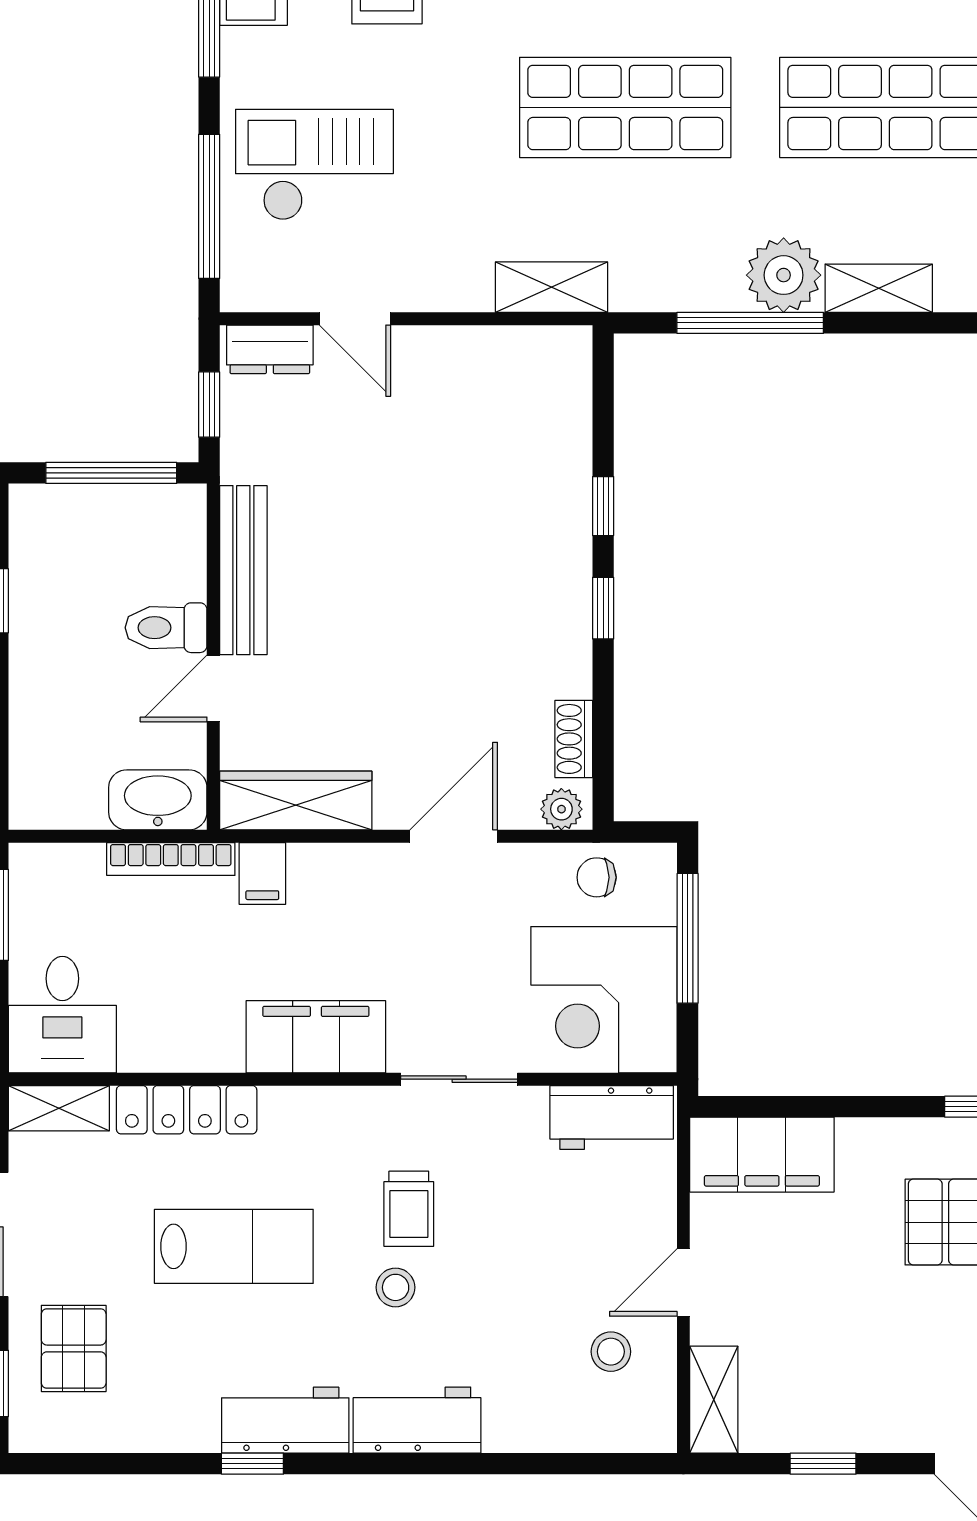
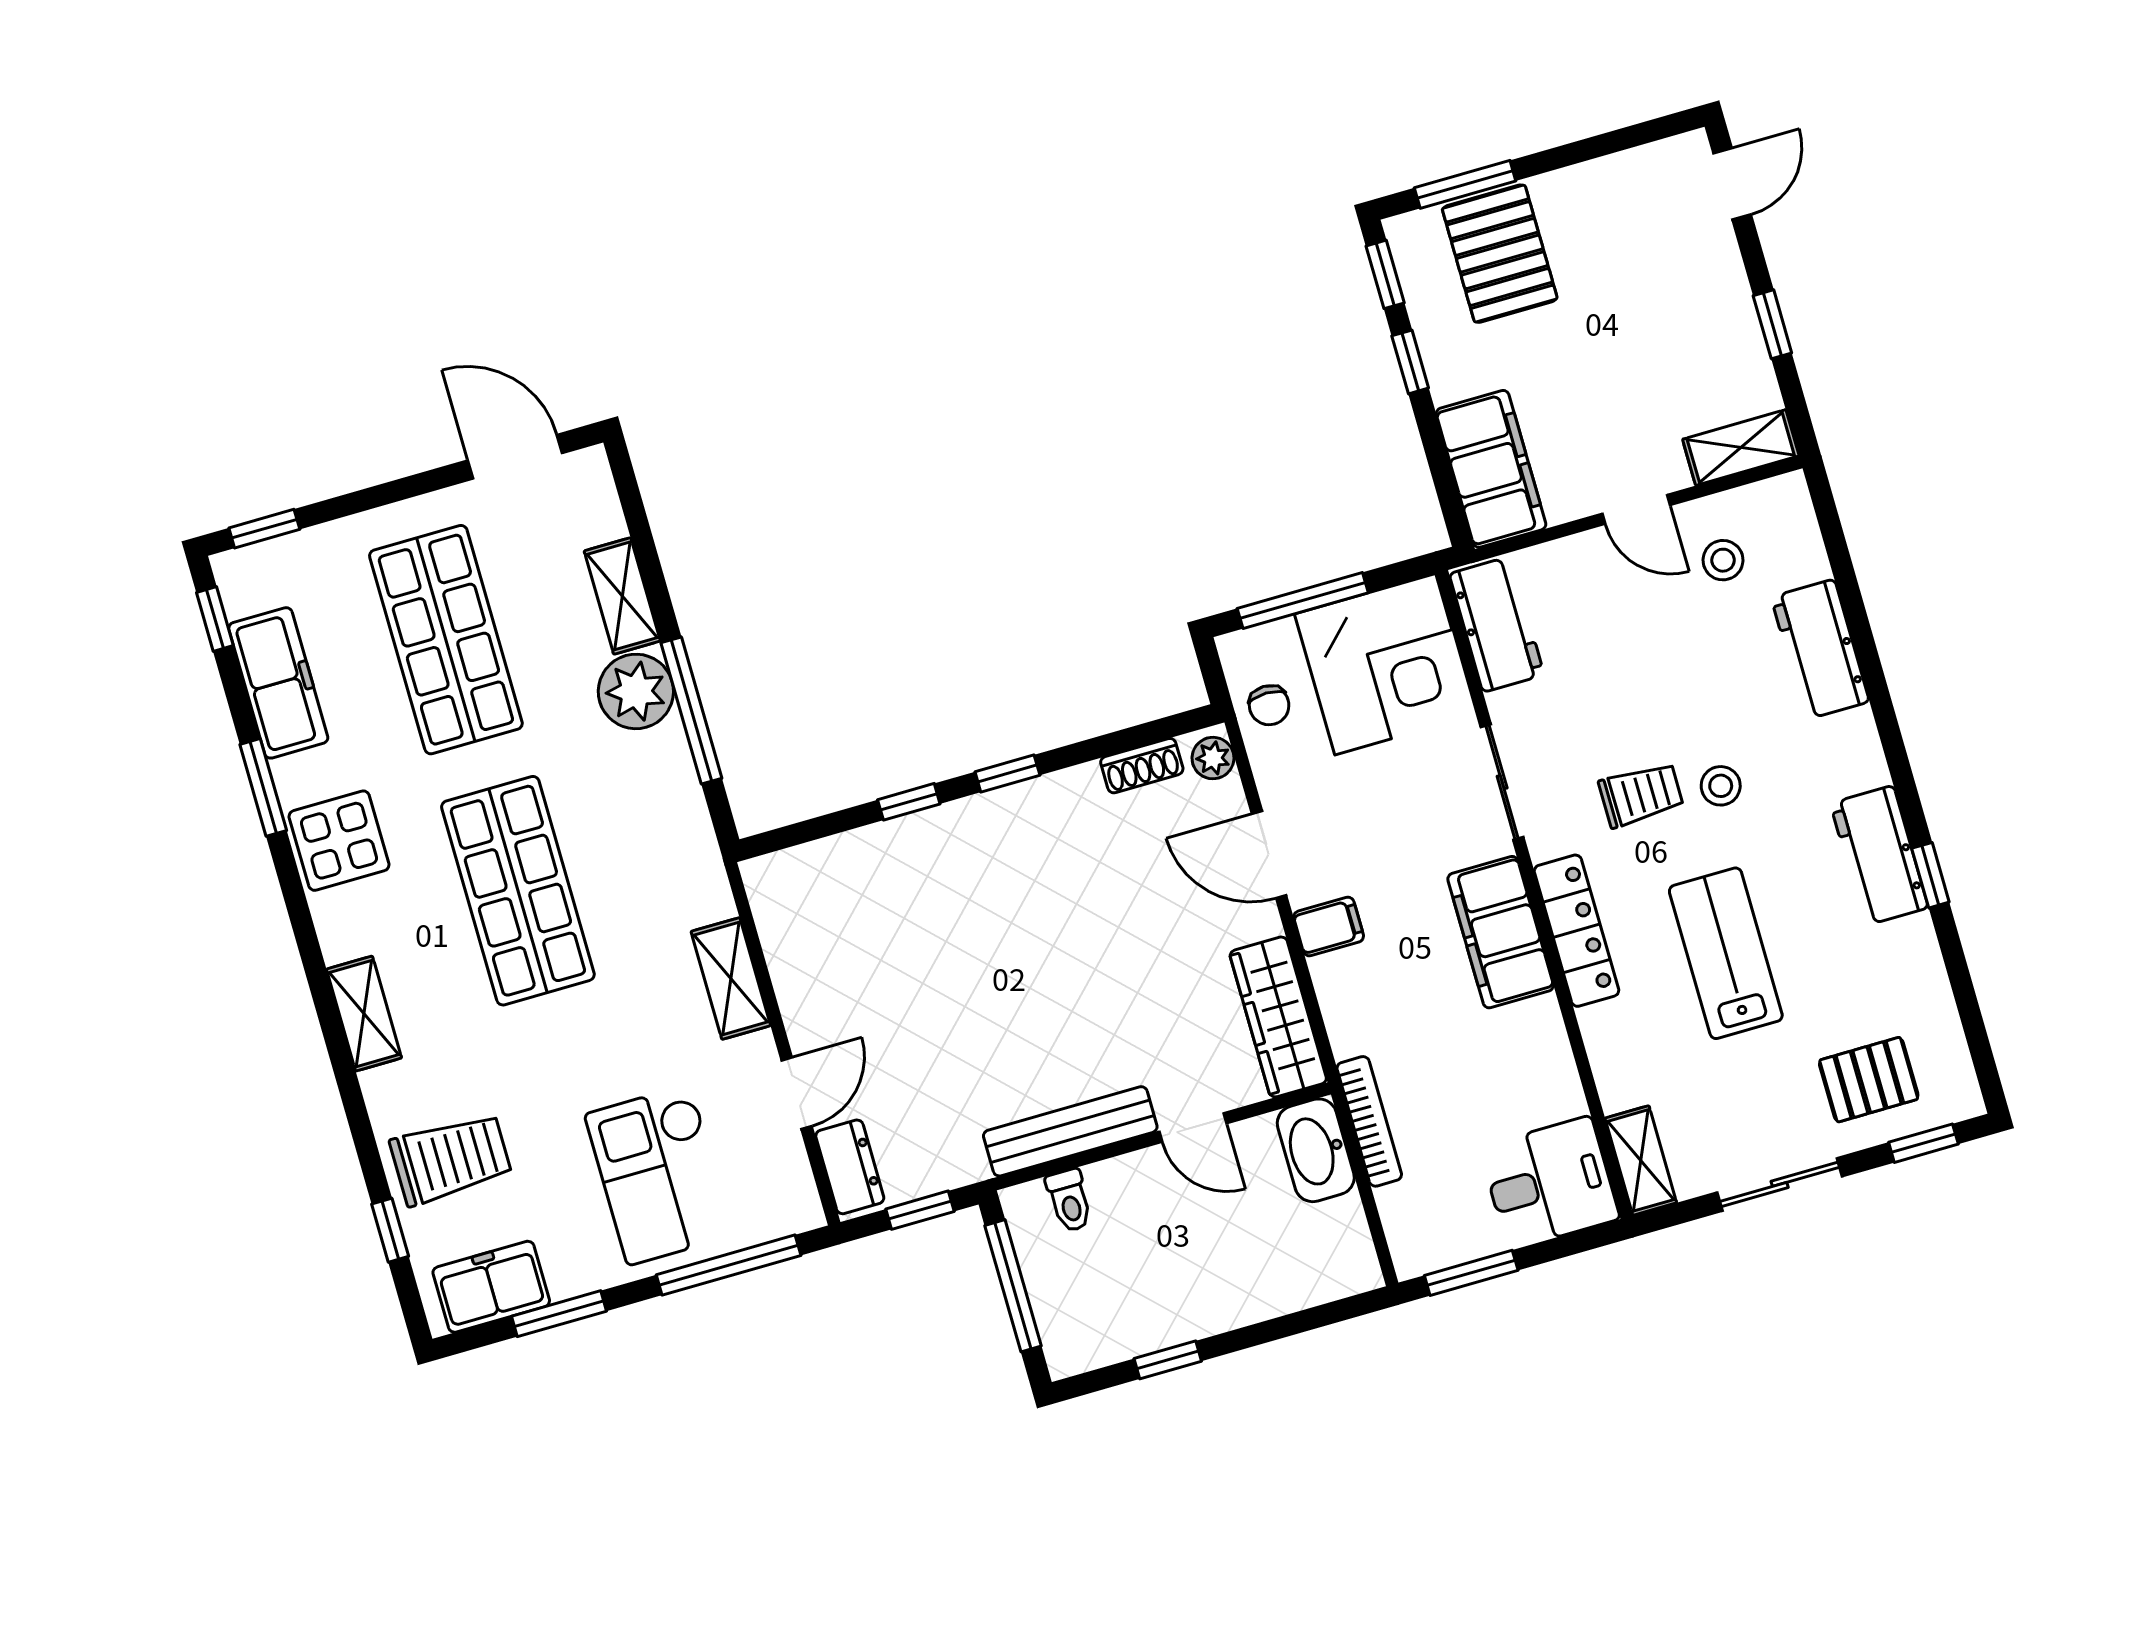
shelving: (552, 287) -> (731, 978), moved
toilet: (166, 628) -> (1069, 1200), moved, width x0.73, depth x0.72
filing cabinet: (262, 874) -> (1329, 927), moved
window: (886, 1107) -> (1410, 362), added
locker: (187, 1110) -> (1577, 931), moved
workbench: (417, 1420) -> (1820, 649), moved

